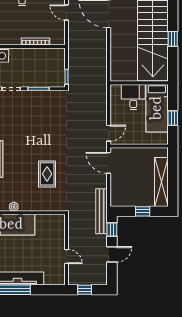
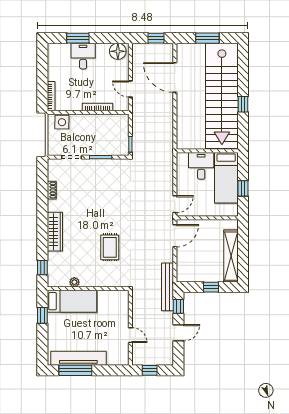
door: (66, 12) -> (130, 89), moved
door: (109, 163) -> (175, 236), swing flipped

